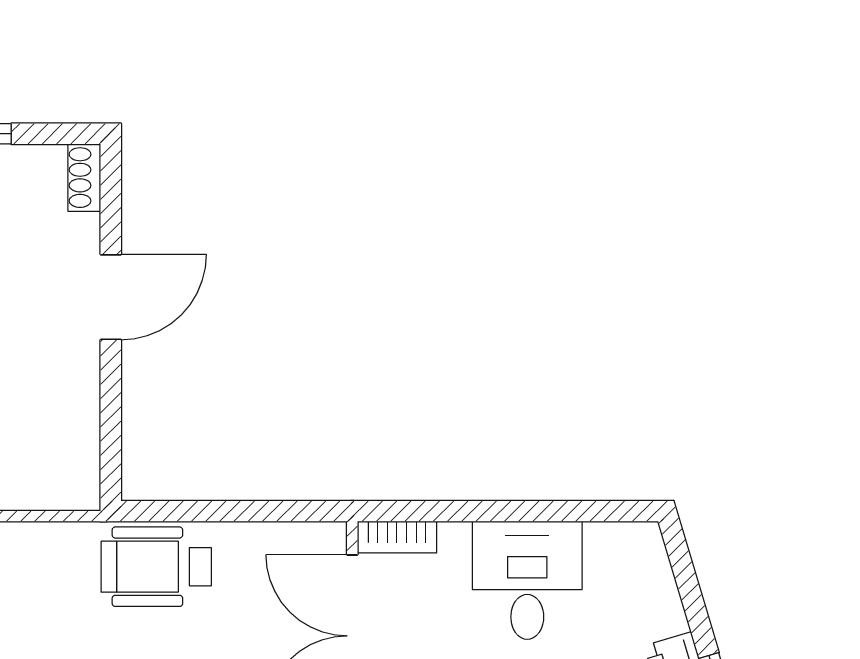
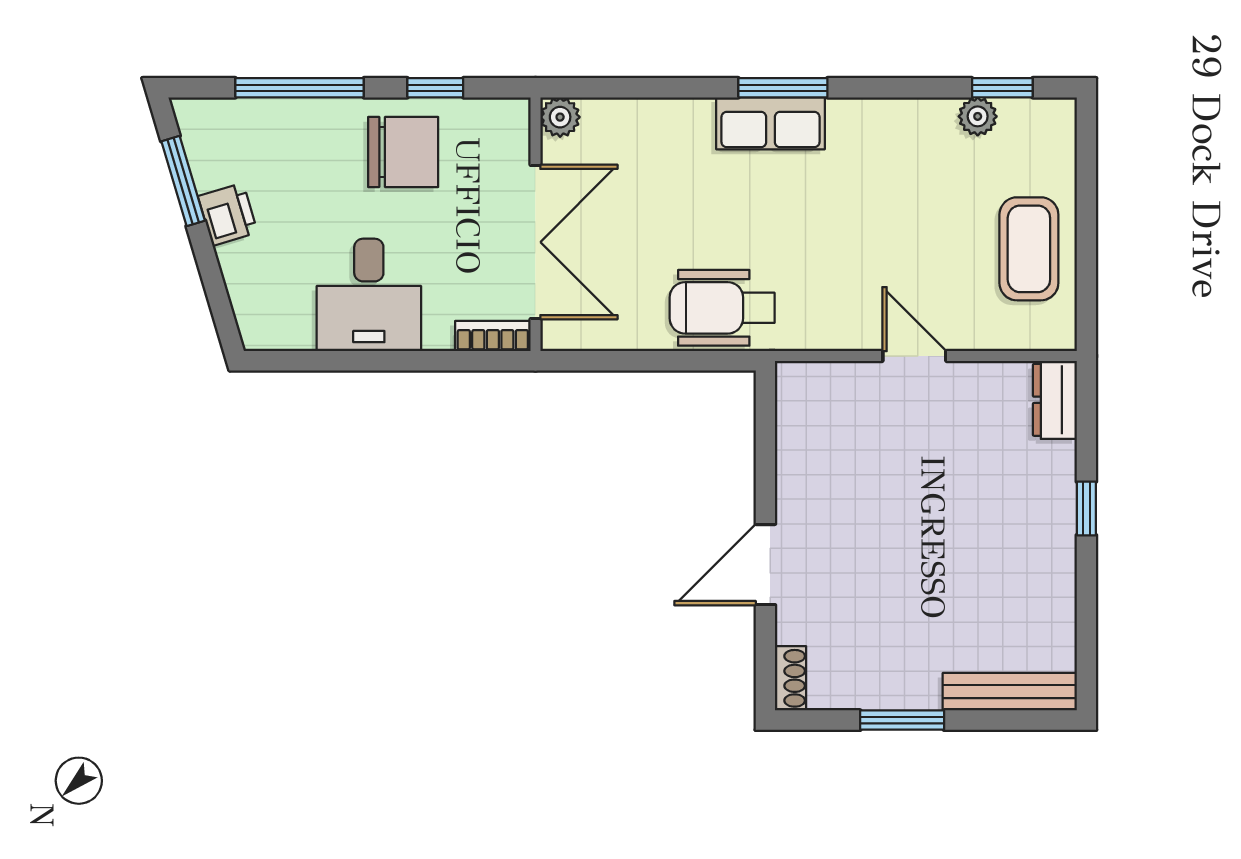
wheelchair: (156, 567) -> (722, 308), turned 180

